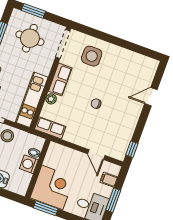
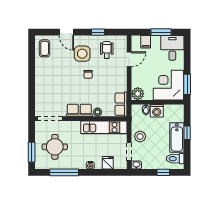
side table: (92, 56) -> (82, 54), moved
coffee table: (142, 66) -> (45, 48), added
wheelchair: (116, 134) -> (107, 50), added
window: (132, 149) -> (98, 32), moved
plant: (55, 150) -> (138, 94), added

